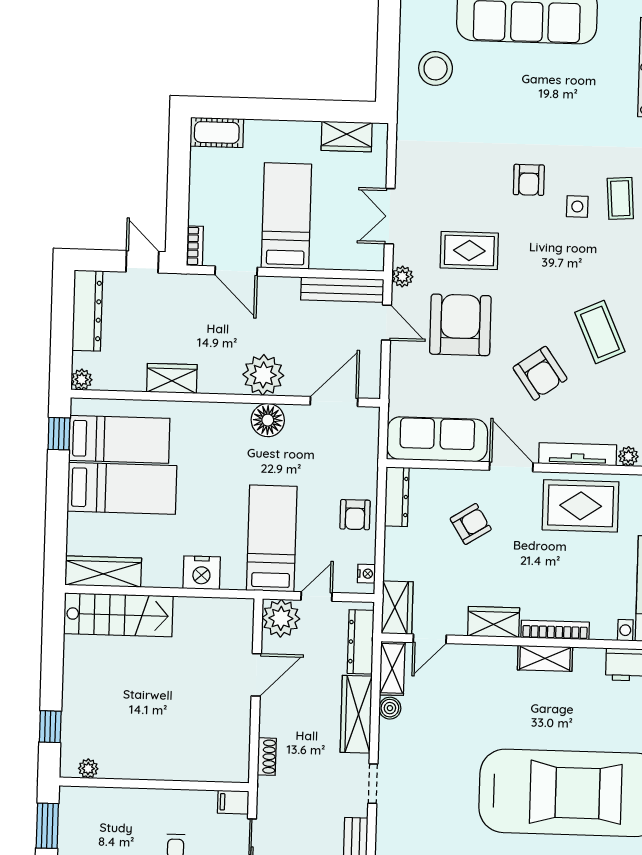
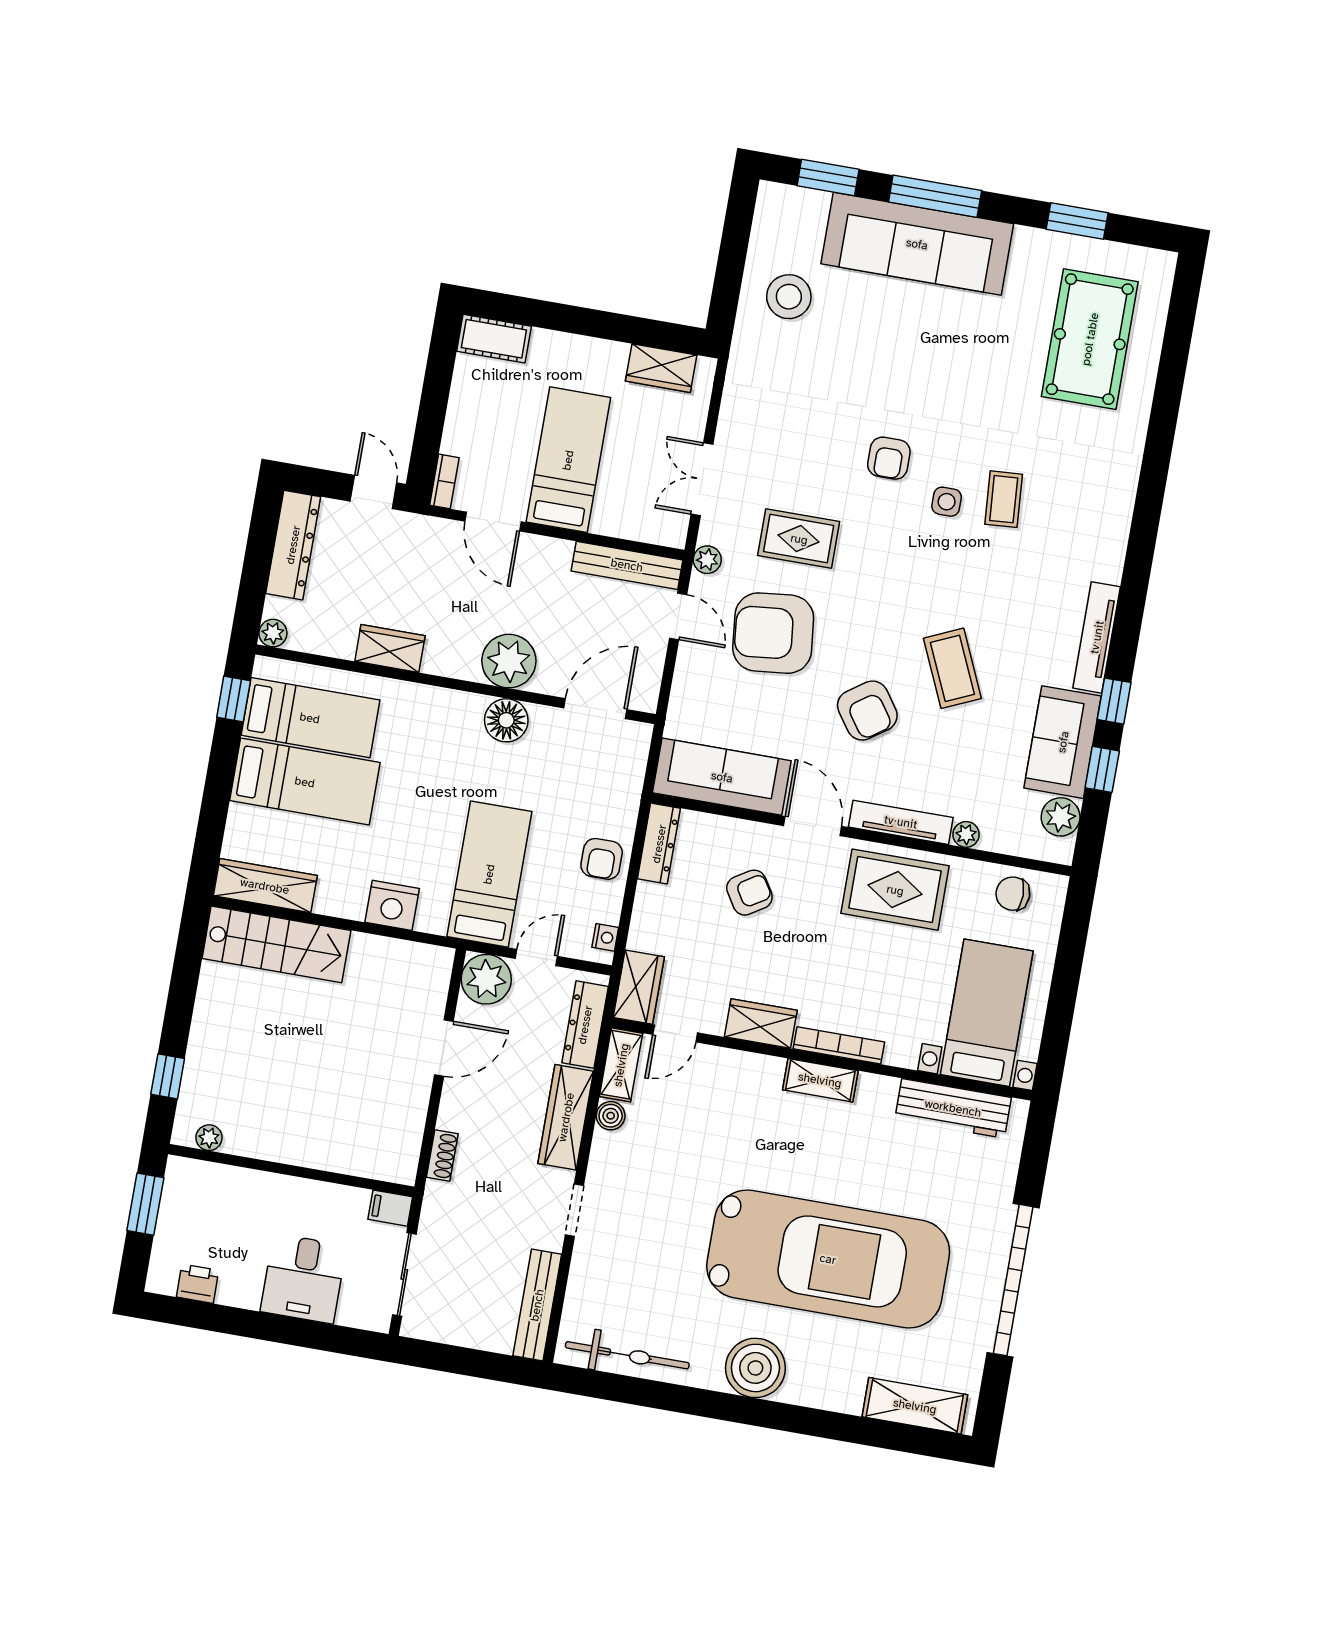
armchair: (460, 325) -> (773, 633), turned -96

